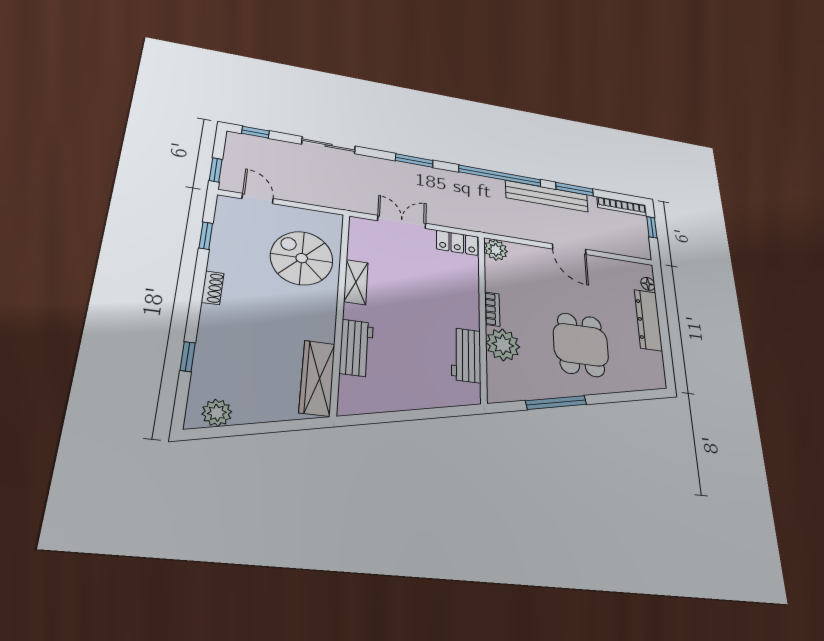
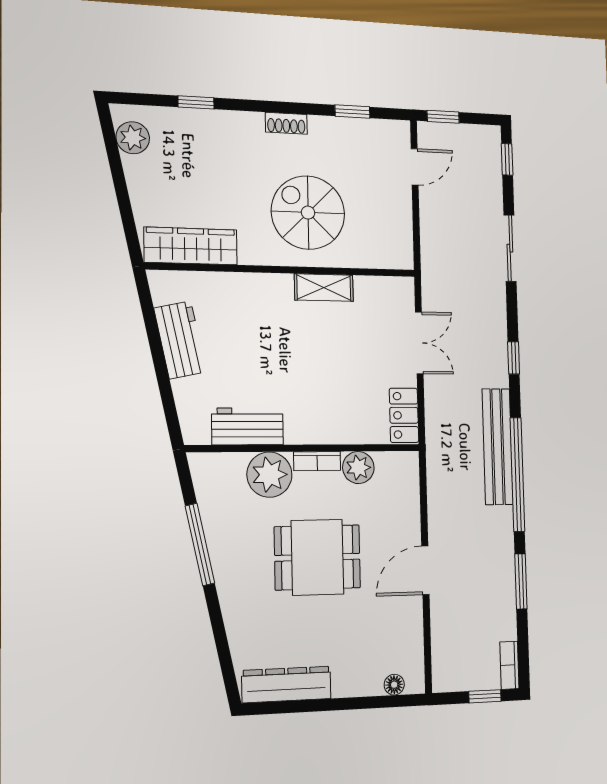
window: (414, 160) -> (514, 358), width x0.67
bench: (547, 196) -> (498, 447), moved
bookcase: (622, 206) -> (509, 665), width x0.64
plant: (496, 250) -> (358, 468), moved
spiral stairs: (302, 258) -> (308, 213), moved, turned -90
dresser: (648, 320) -> (286, 684), moved
dining table: (581, 345) -> (317, 557), moved
workbench: (356, 348) -> (180, 340), moved, turned -102

